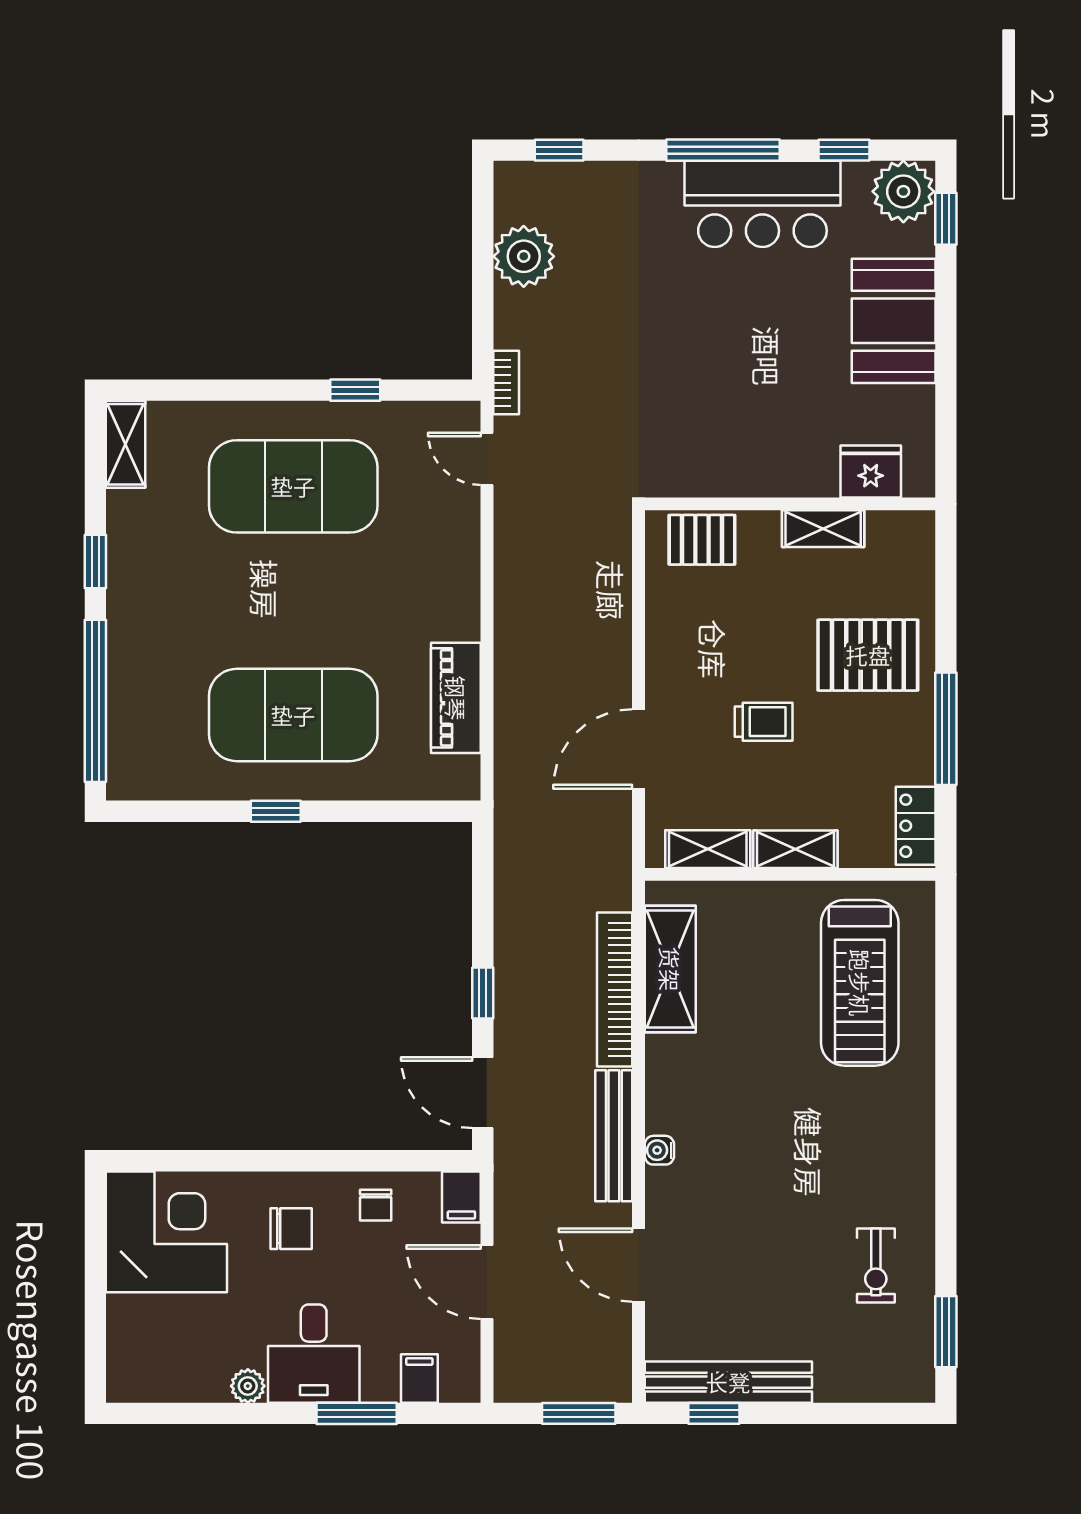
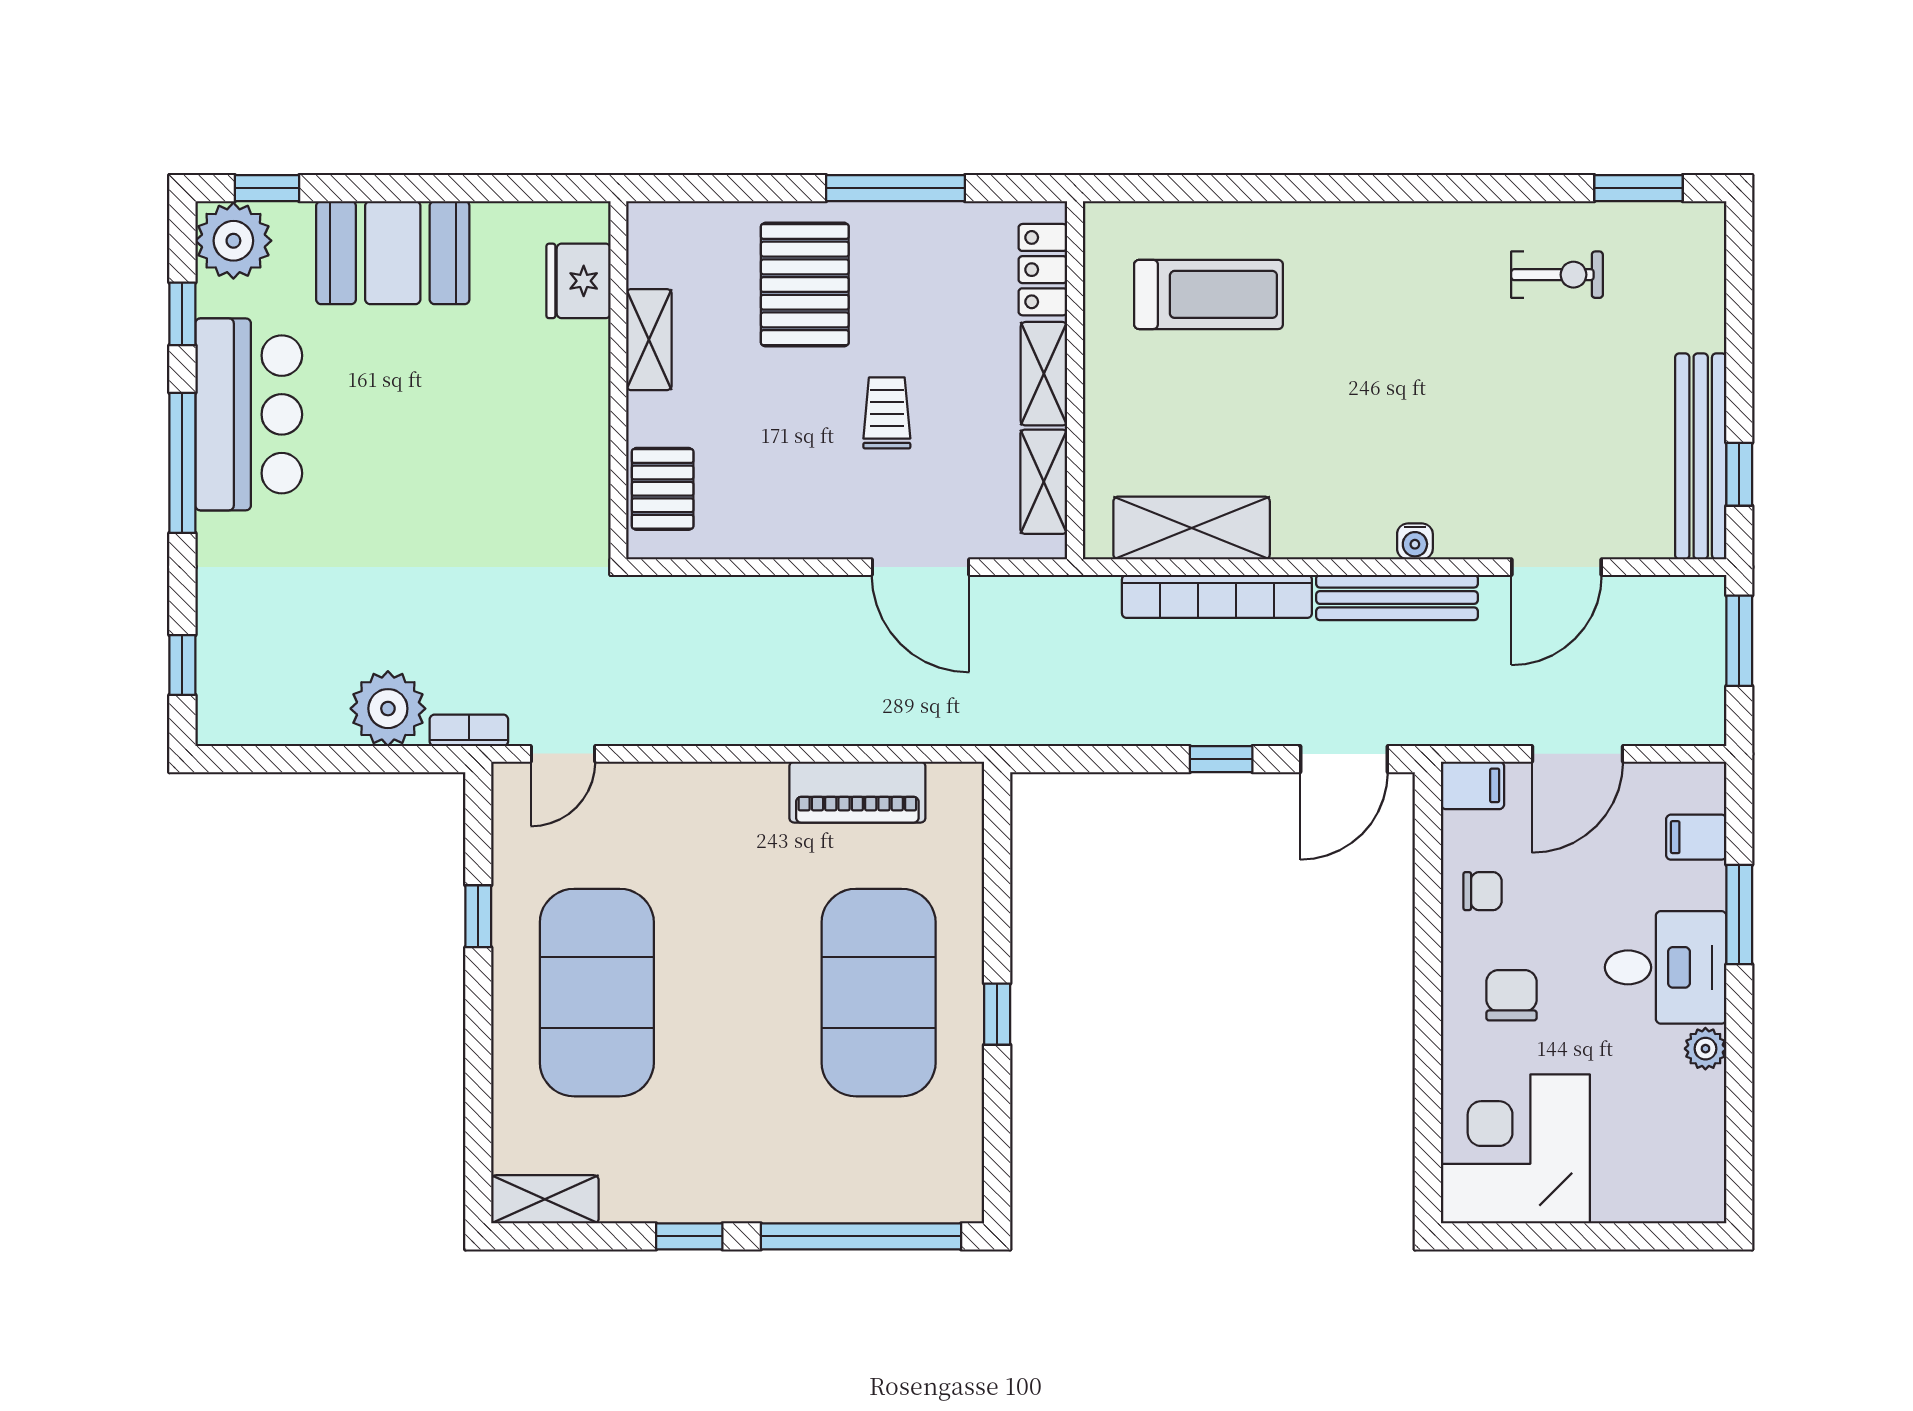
plant: (524, 256) -> (388, 709), moved
locker: (916, 826) -> (1043, 270), moved, turned 90
treadmill: (860, 983) -> (1209, 294), width x0.73, depth x0.73

